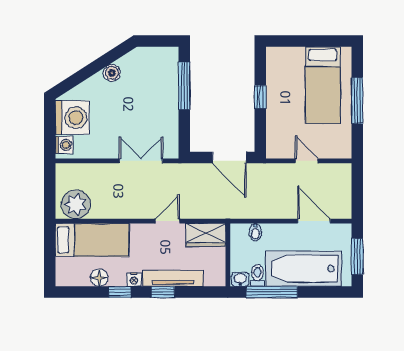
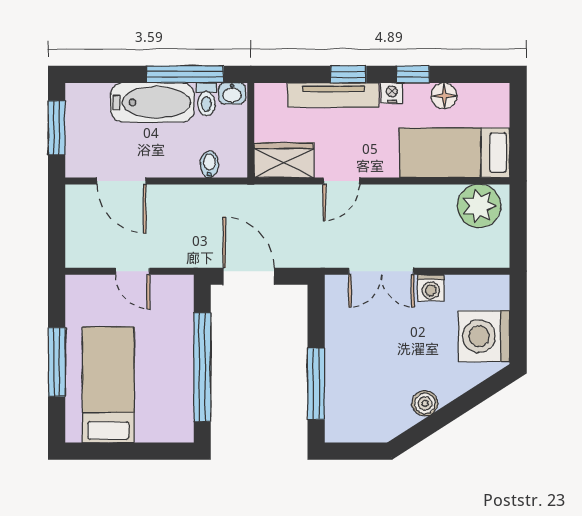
window: (260, 97) -> (202, 367), width x3.17
washing machine: (64, 145) -> (431, 288), moved, turned -90
bathtub: (304, 269) -> (152, 102), width x0.73, depth x0.73

